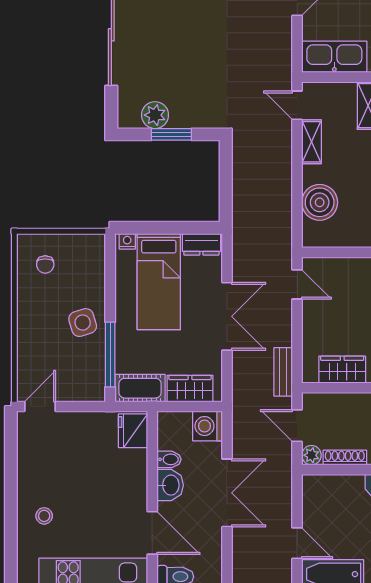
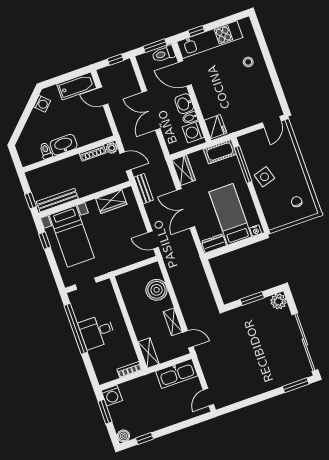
plant: (155, 115) -> (278, 301), moved
wardrobe: (190, 389) -> (183, 170), moved, turned -90
washing machine: (207, 426) -> (193, 132), moved, turned 180

